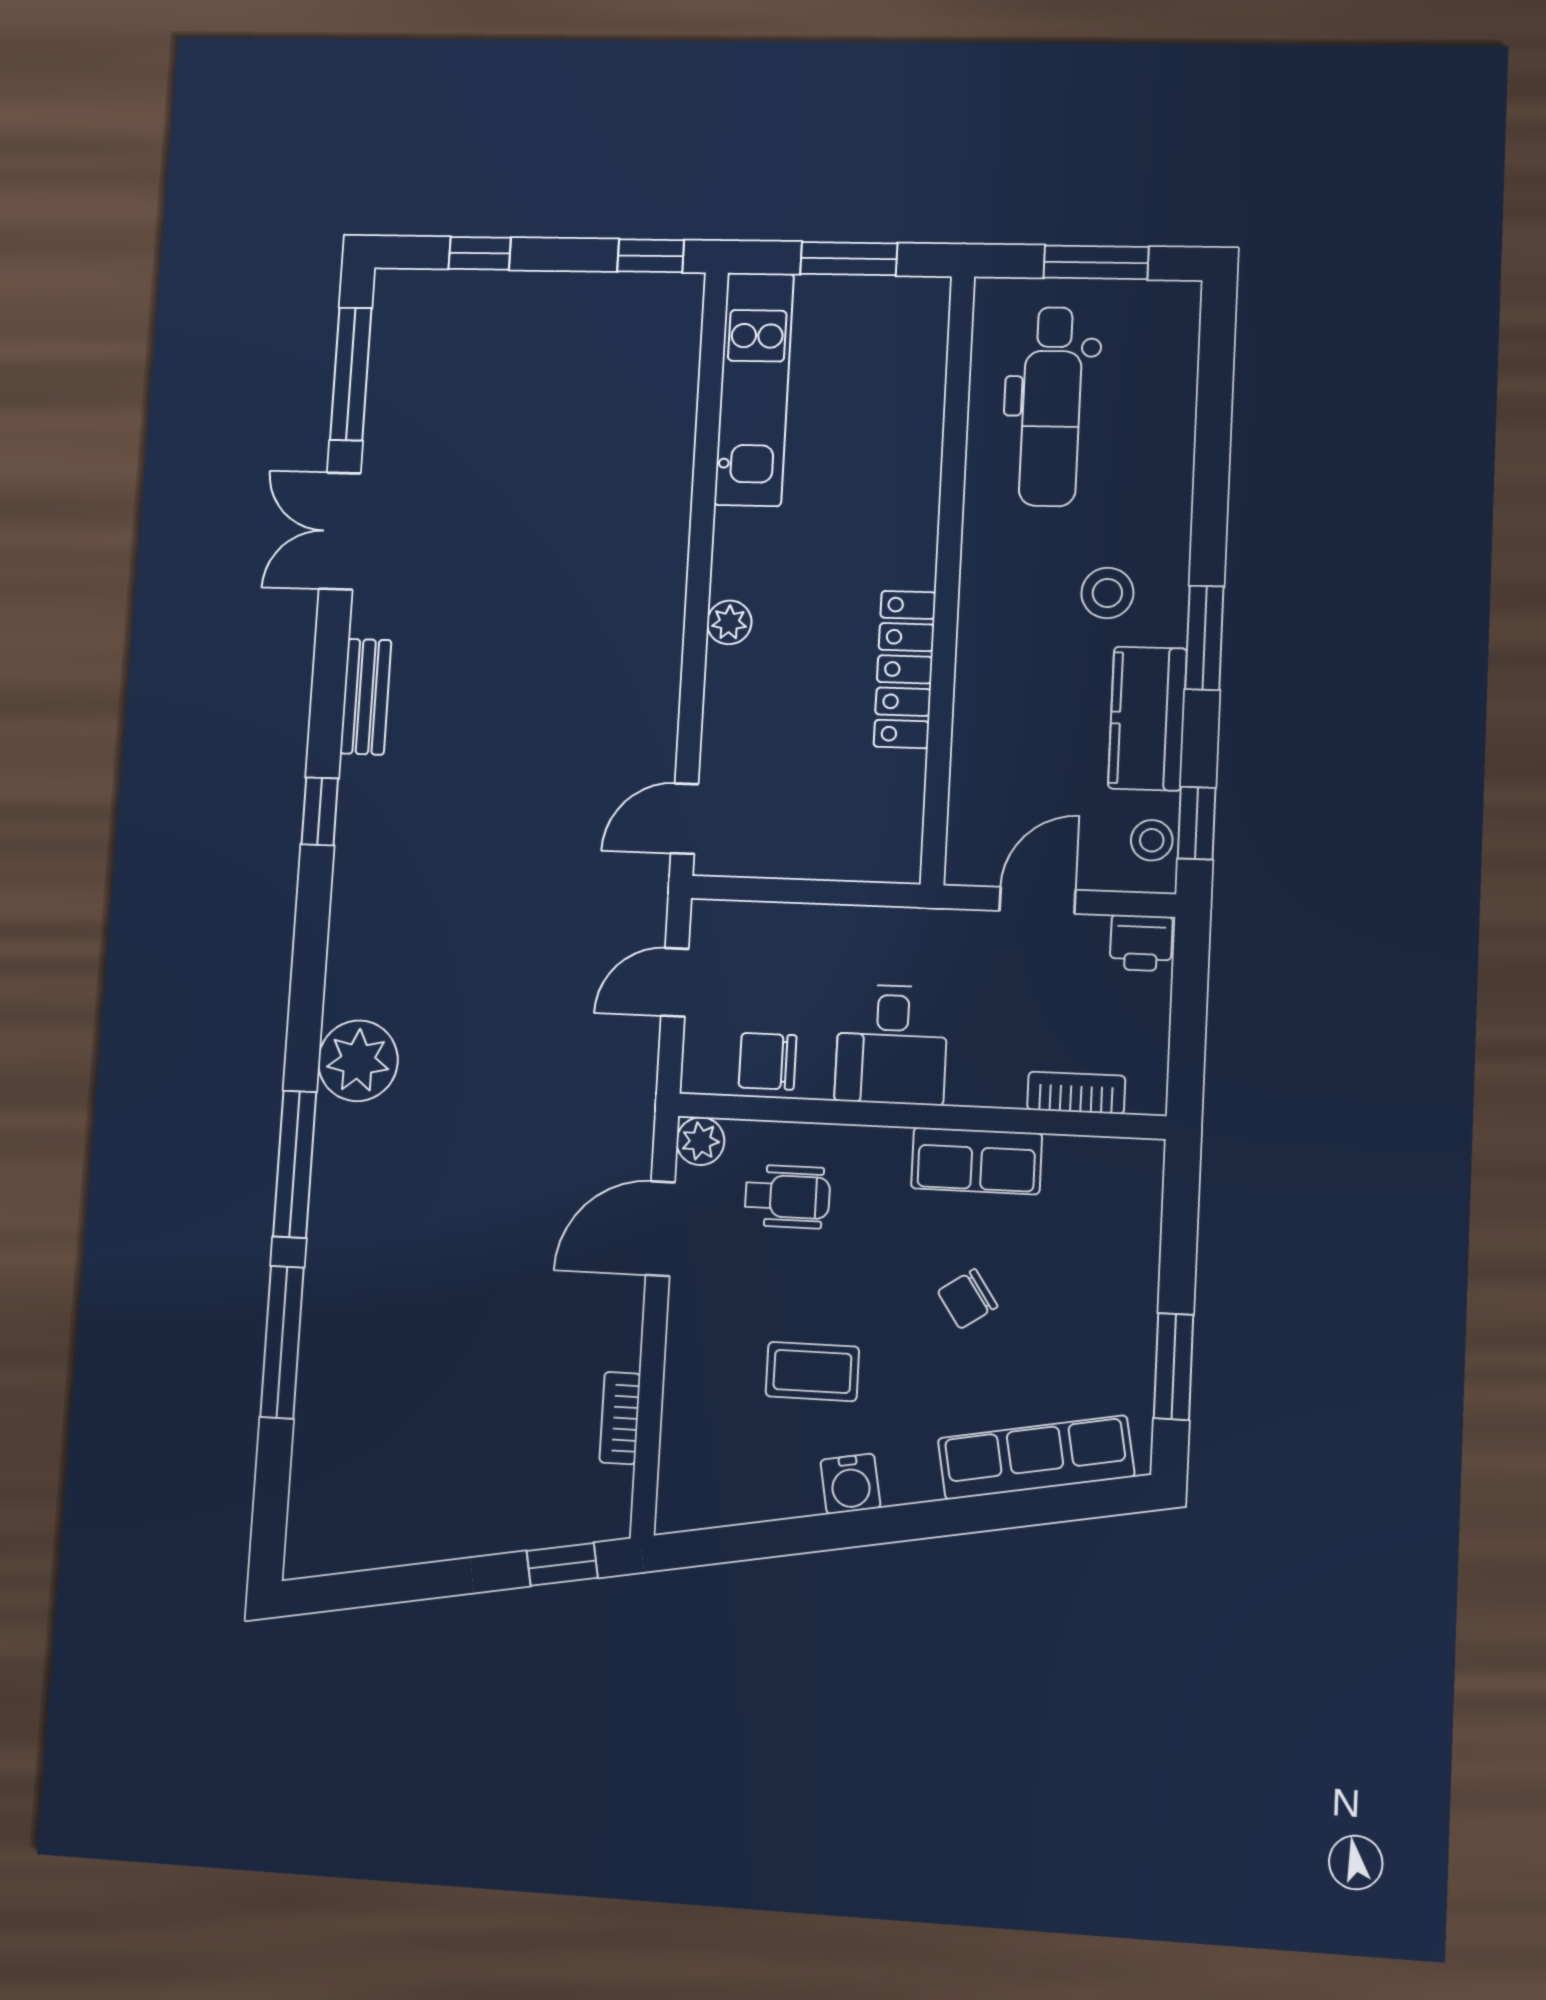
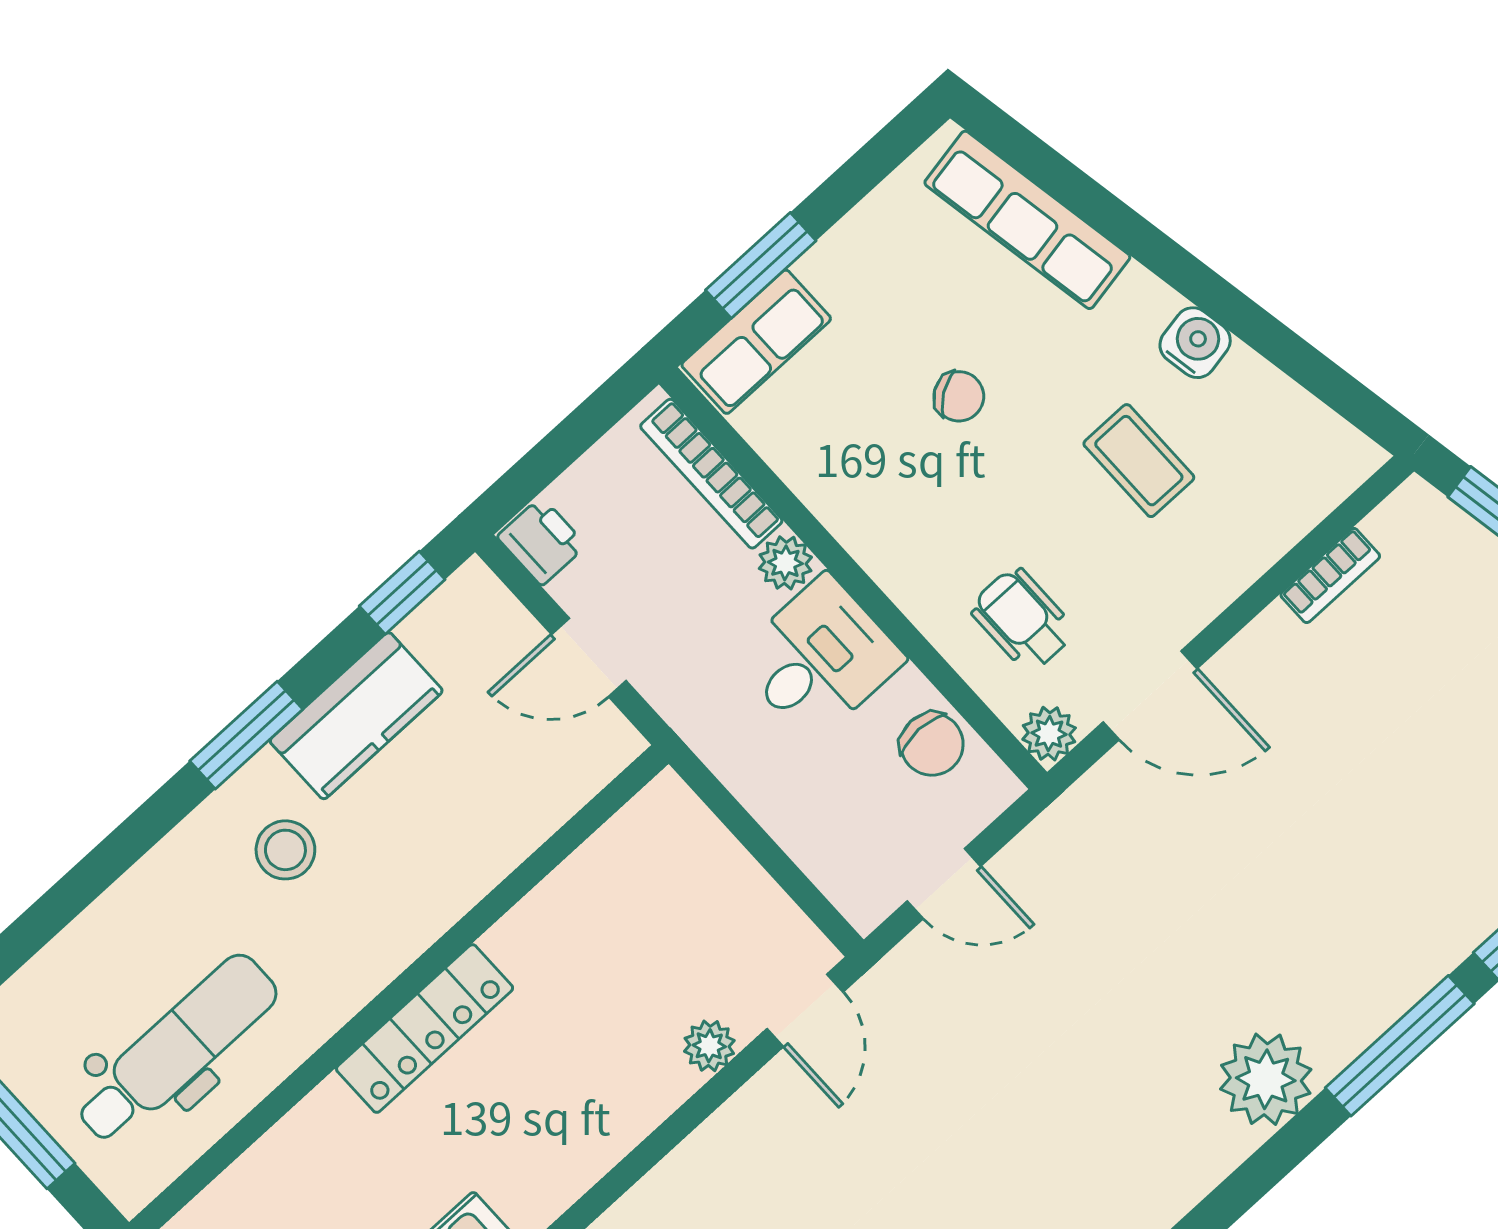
plant: (729, 622) -> (709, 1046), moved
locker: (905, 669) -> (425, 1029), moved
door: (685, 819) -> (805, 1010), hinge flipped
stool: (1152, 840) -> (451, 615), removed
plant: (973, 1083) -> (785, 563), added
bookcase: (1076, 1093) -> (711, 474), width x1.56
row of seats: (977, 1161) -> (756, 342), moved, turned 90
window: (1174, 1367) -> (761, 265), moved

